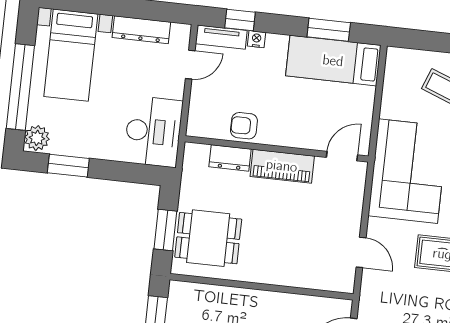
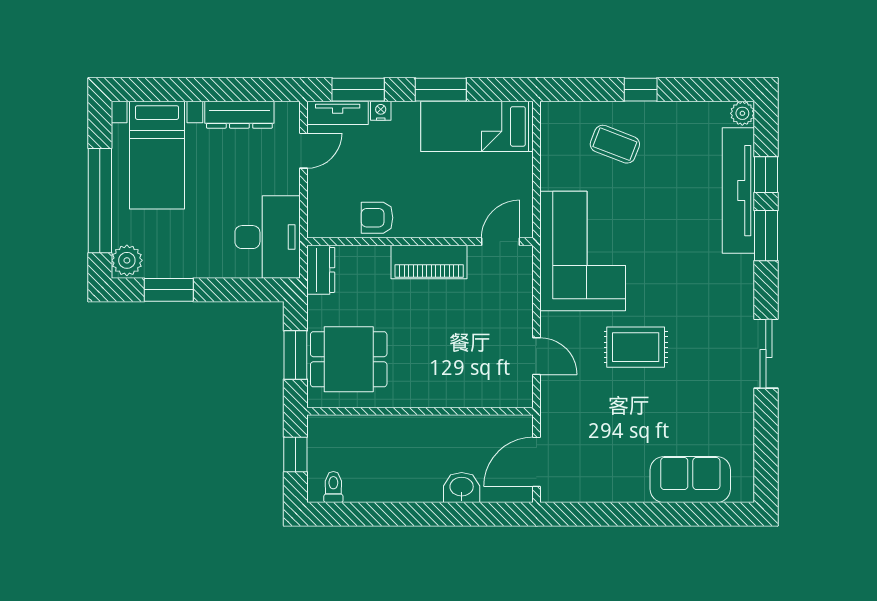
window: (240, 20) -> (358, 90), width x1.50
window: (329, 30) -> (441, 90), moved
dresser: (230, 158) -> (321, 270), moved, turned -90

